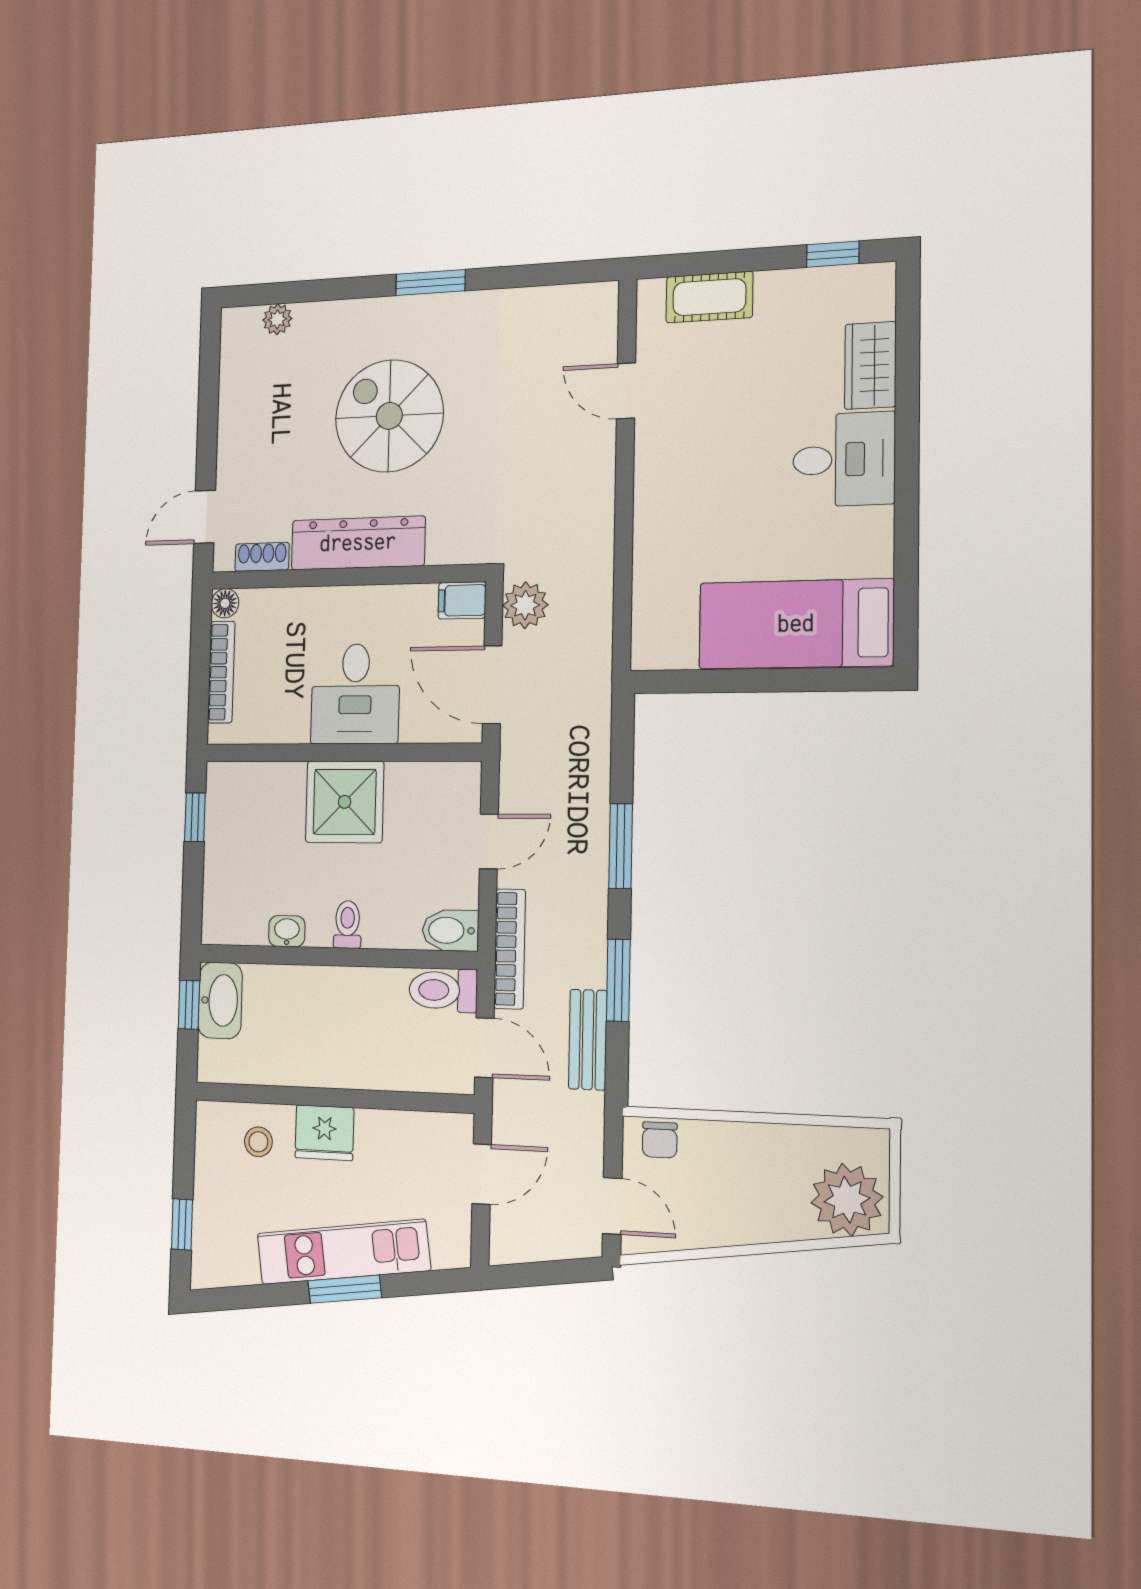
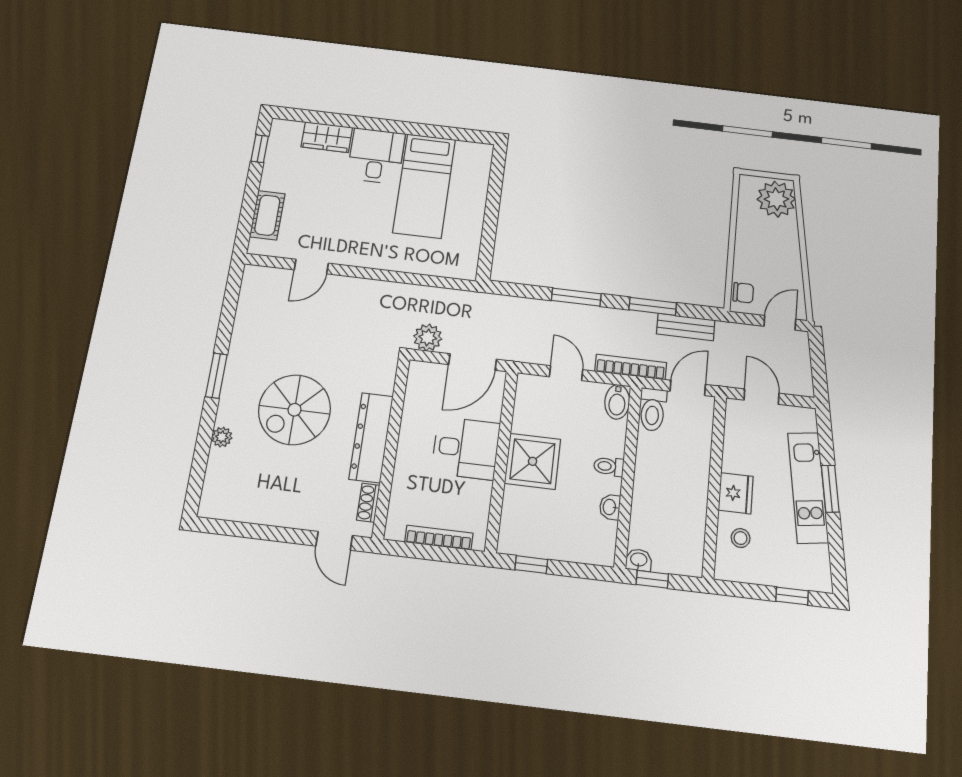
plant: (277, 319) -> (222, 437), moved
filing cabinet: (462, 600) -> (418, 375), removed
floor lamp: (225, 603) -> (394, 531), removed
bed: (796, 624) -> (424, 186), moved
washbasin: (220, 1000) -> (639, 560), width x0.52, depth x0.69

